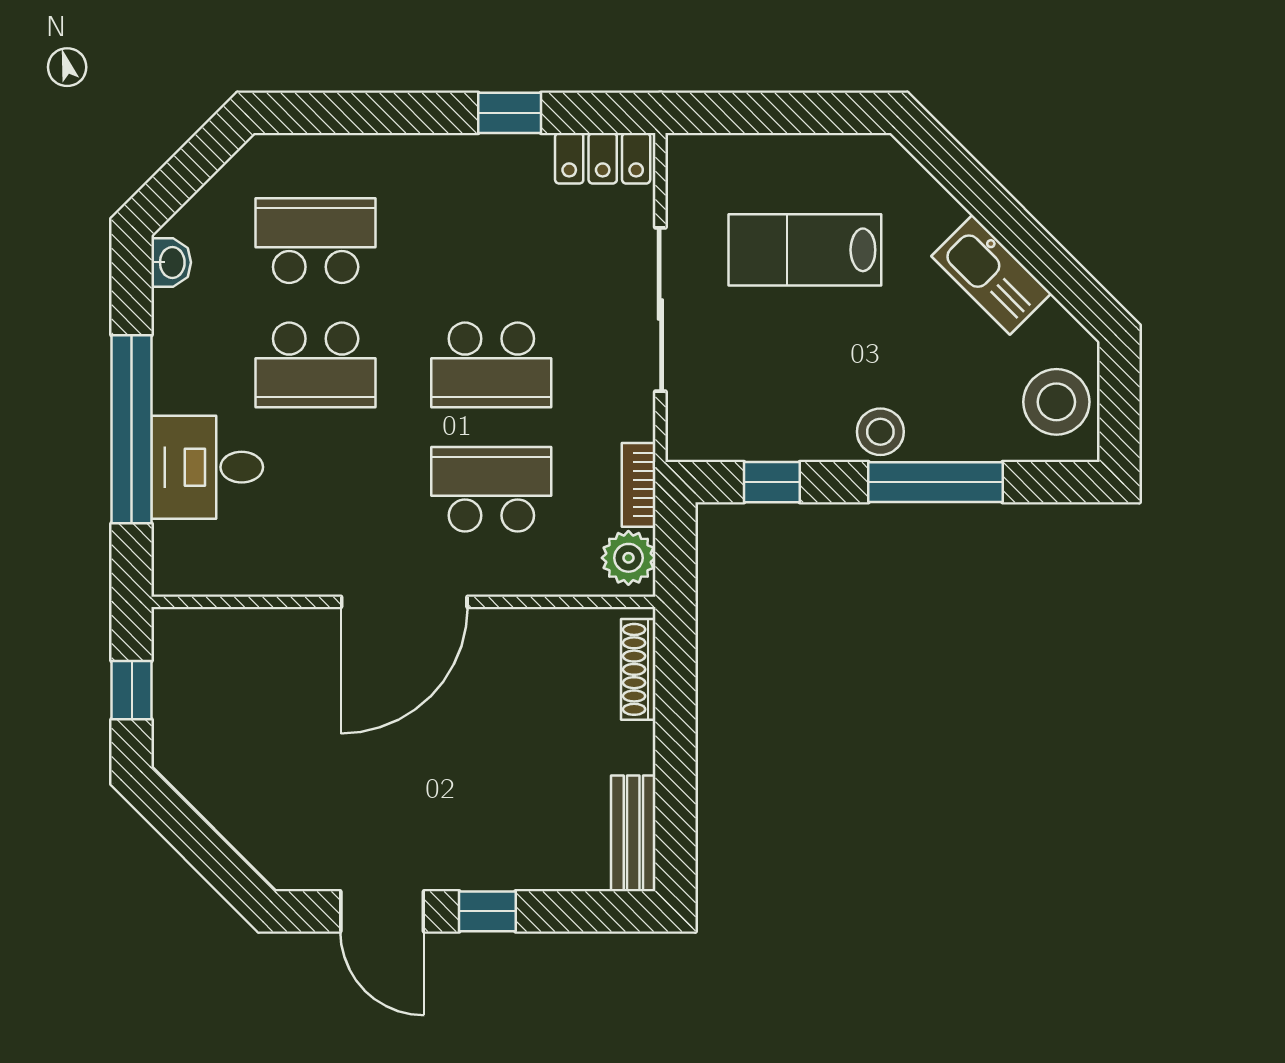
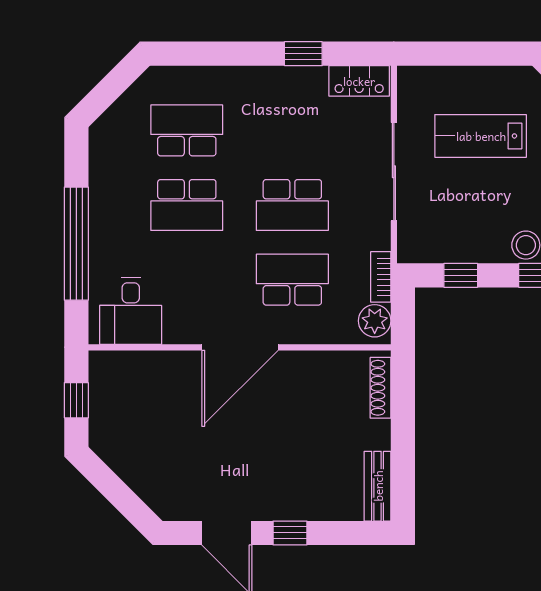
washbasin: (171, 262) -> (100, 143), removed
desk: (207, 467) -> (131, 311), moved, turned -90

